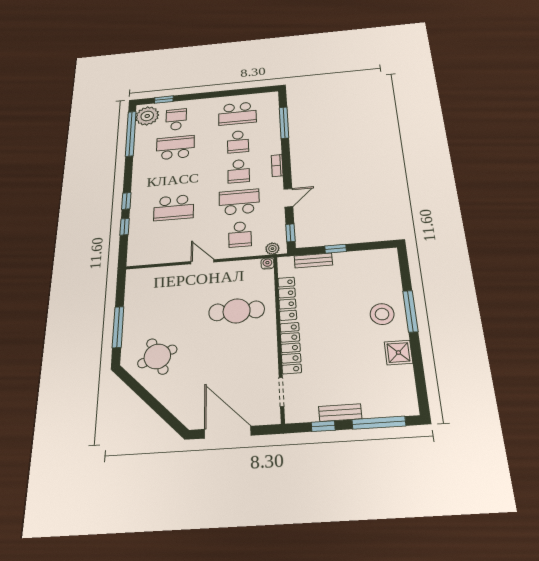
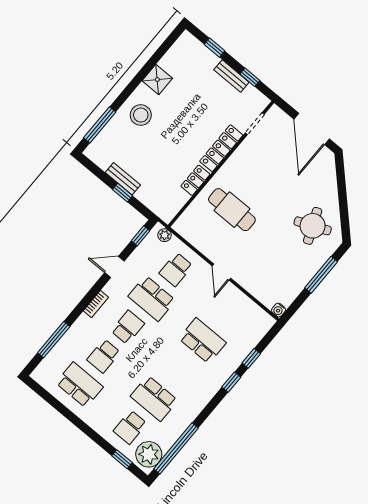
school desk: (238, 142) -> (104, 356), turned 180
school desk: (240, 234) -> (176, 270), turned 180
bench: (313, 261) -> (123, 179), moved
water cooler: (267, 264) -> (279, 310), moved
locker: (287, 298) -> (195, 180), width x0.66
window: (410, 311) -> (100, 125), moved
window: (379, 423) -> (214, 48), width x0.46

